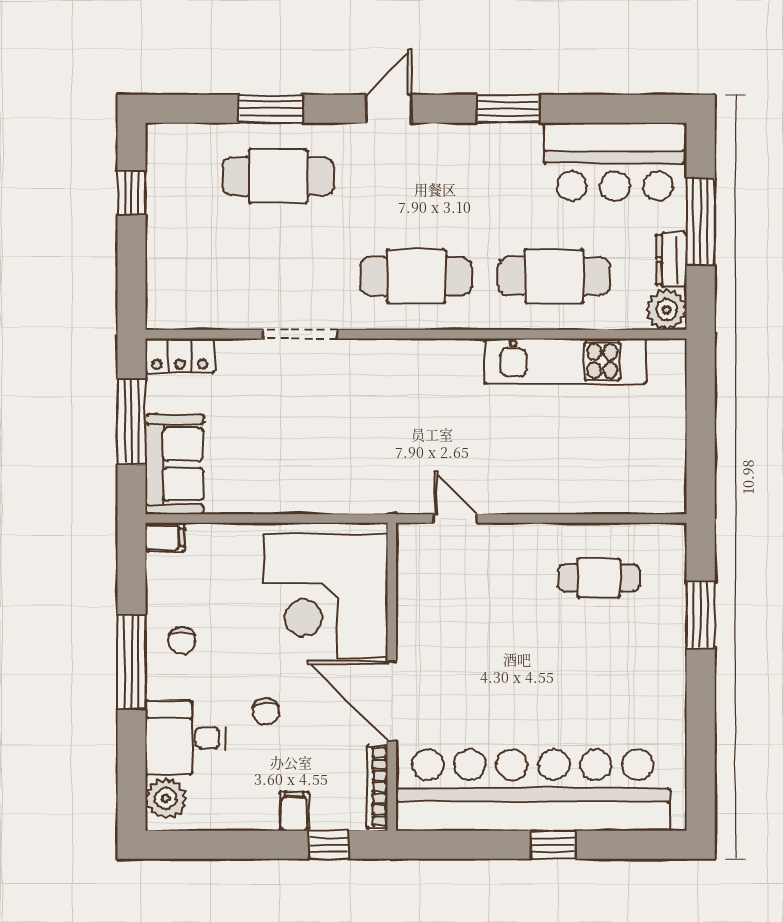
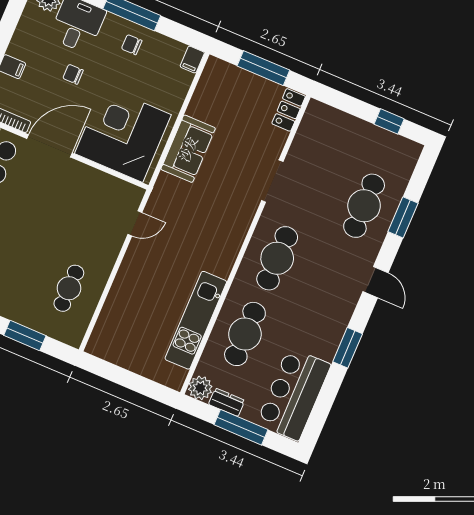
sofa: (174, 464) -> (188, 149), moved, turned -90

